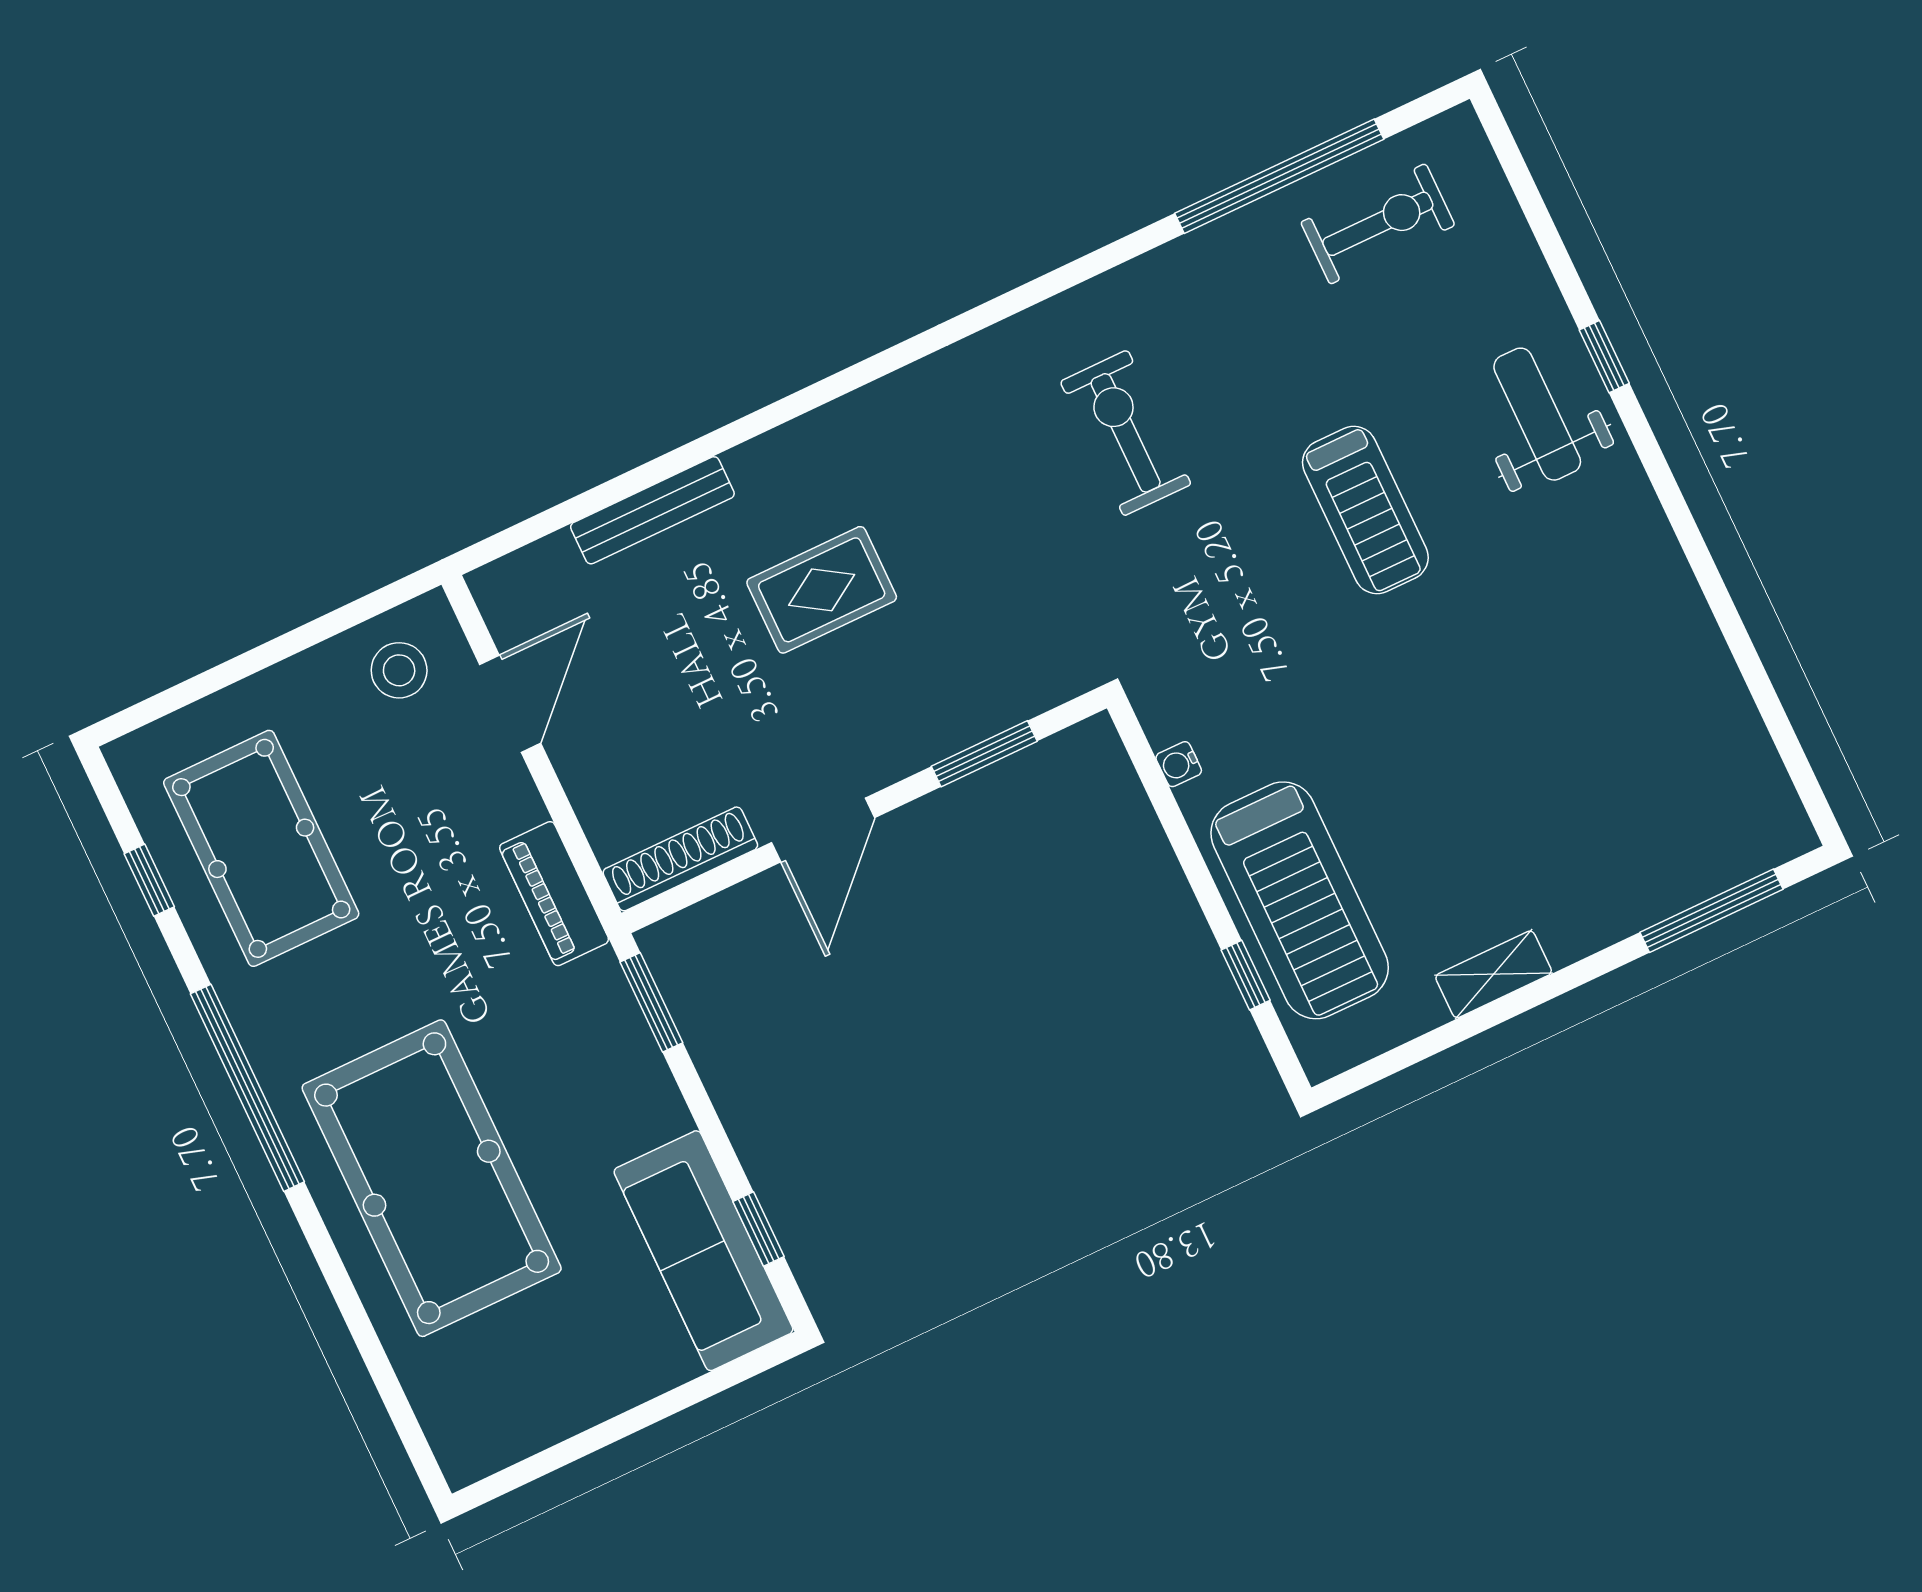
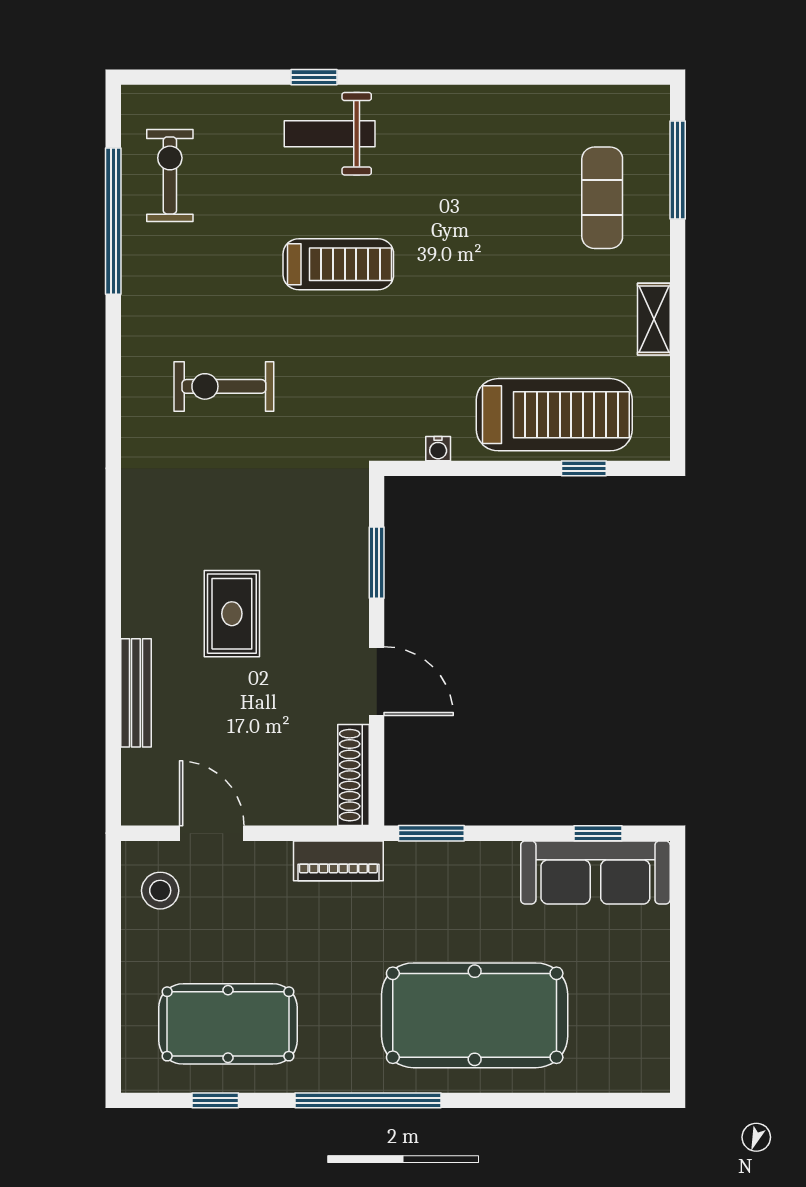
exercise mat: (1625, 826) -> (602, 198), added

